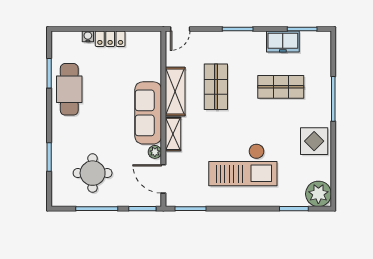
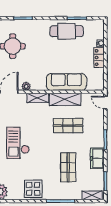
freezer: (283, 42) -> (97, 158), moved
shelving: (324, 50) -> (92, 195), added
sofa: (148, 113) -> (66, 82), moved
checkout: (243, 165) -> (18, 143), width x0.73, depth x0.83

